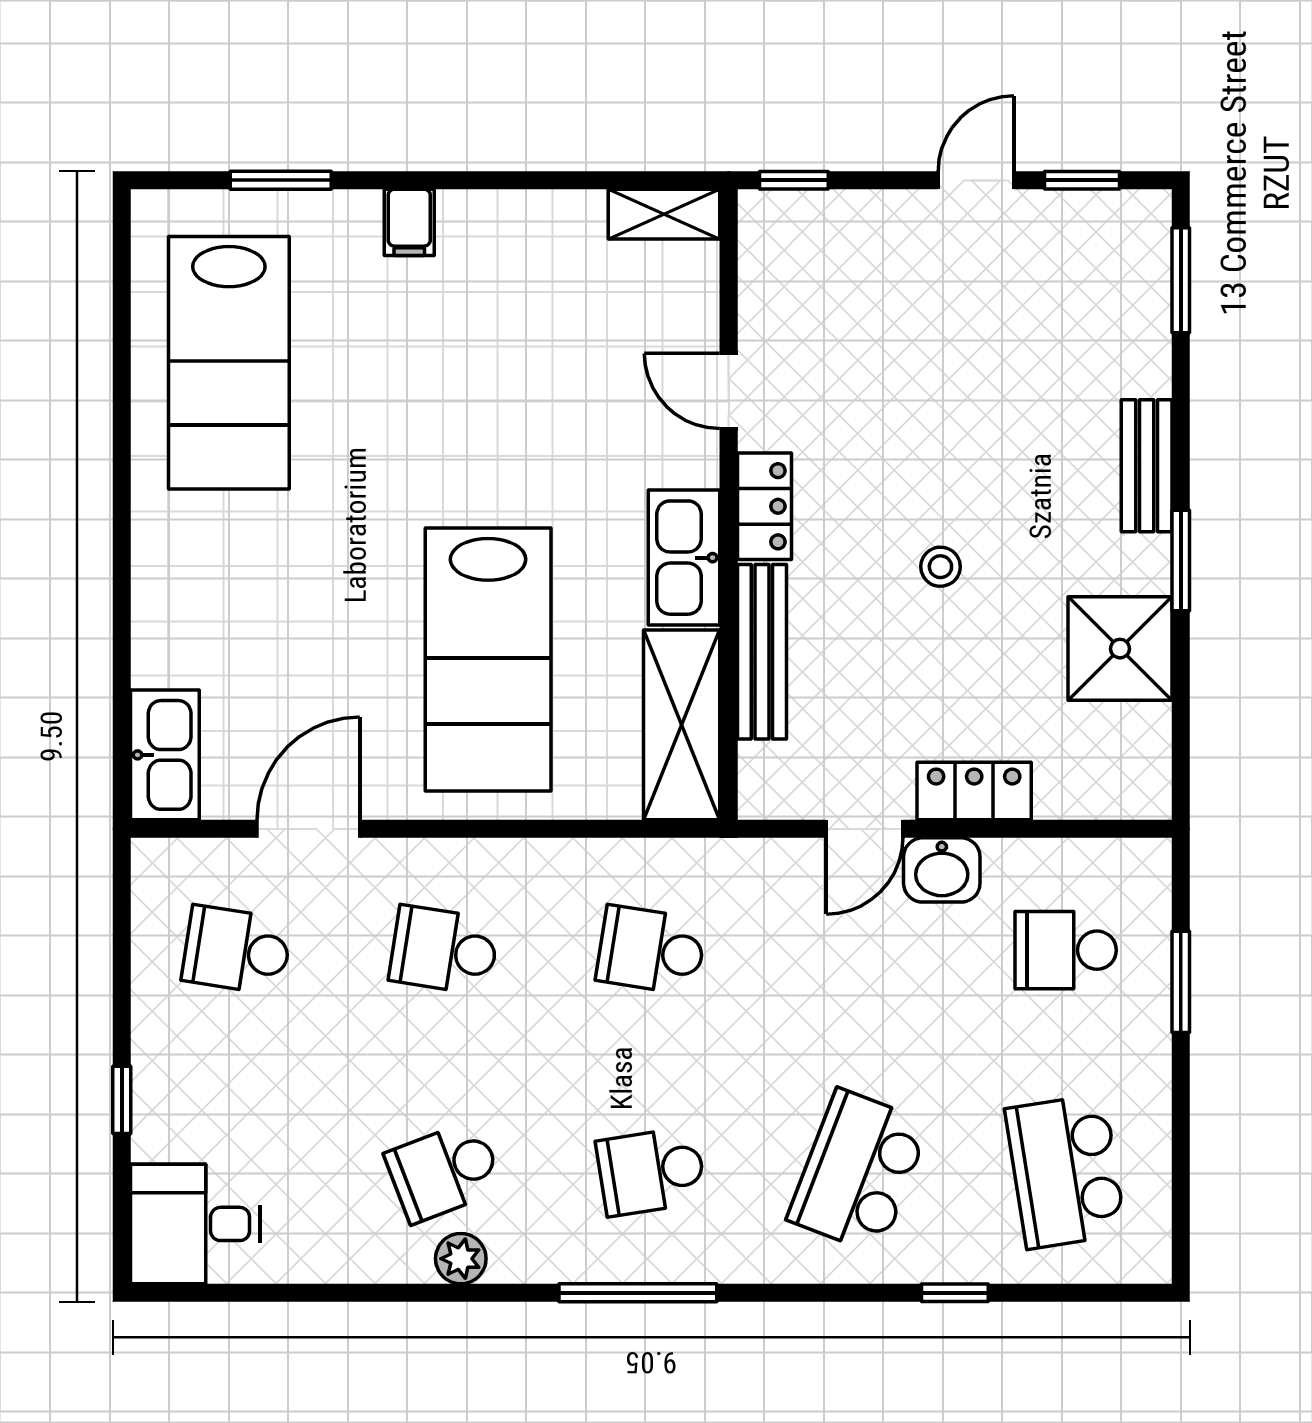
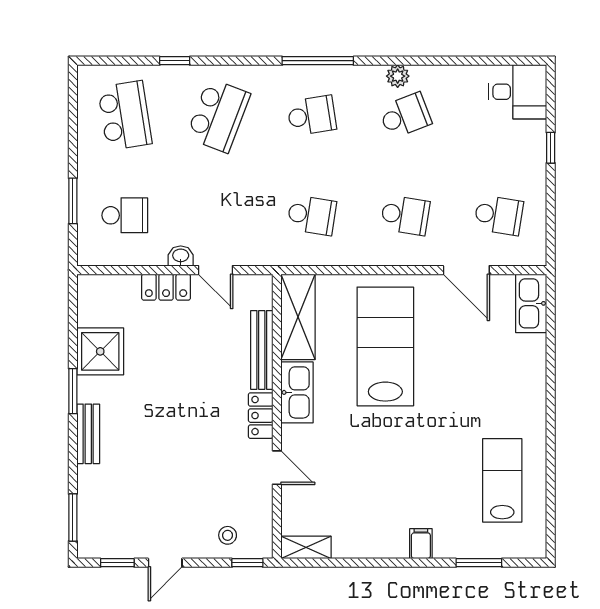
lab bench: (229, 363) -> (502, 480), width x0.73, depth x0.72
stool: (940, 567) -> (228, 535), moved
door: (309, 829) -> (466, 270), hinge flipped
door: (865, 829) -> (215, 270), swing flipped
washbasin: (942, 870) -> (181, 256), width x0.72, depth x0.69

